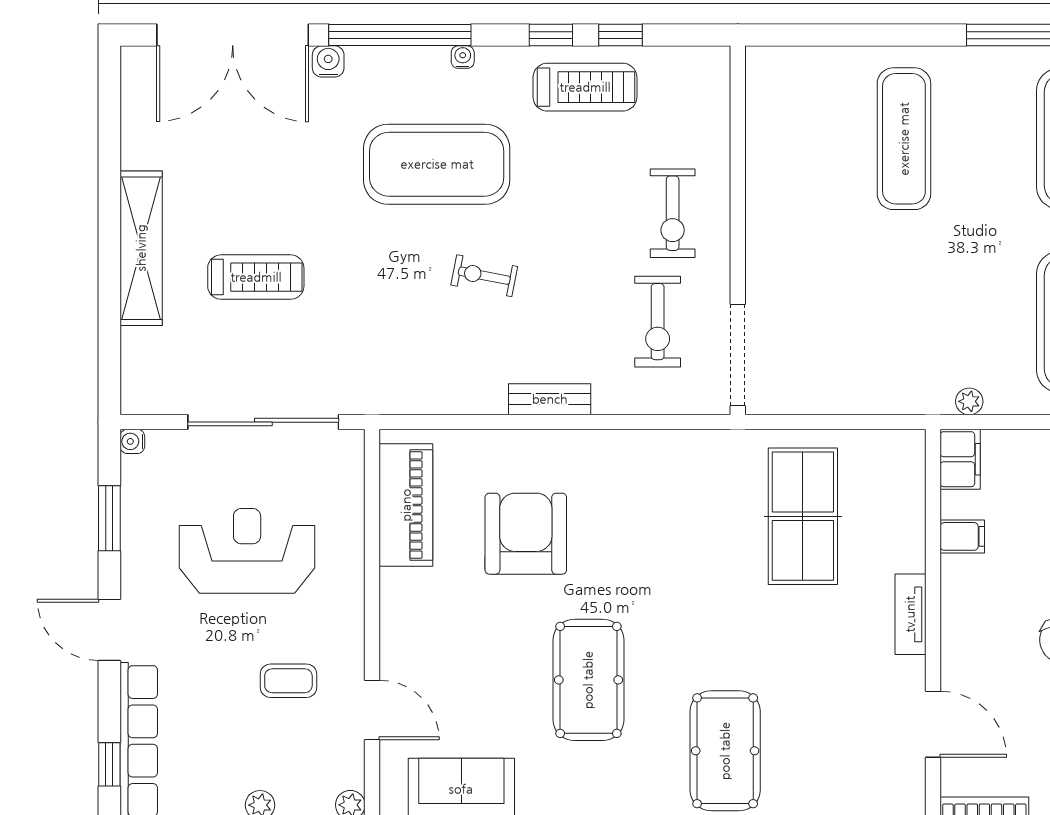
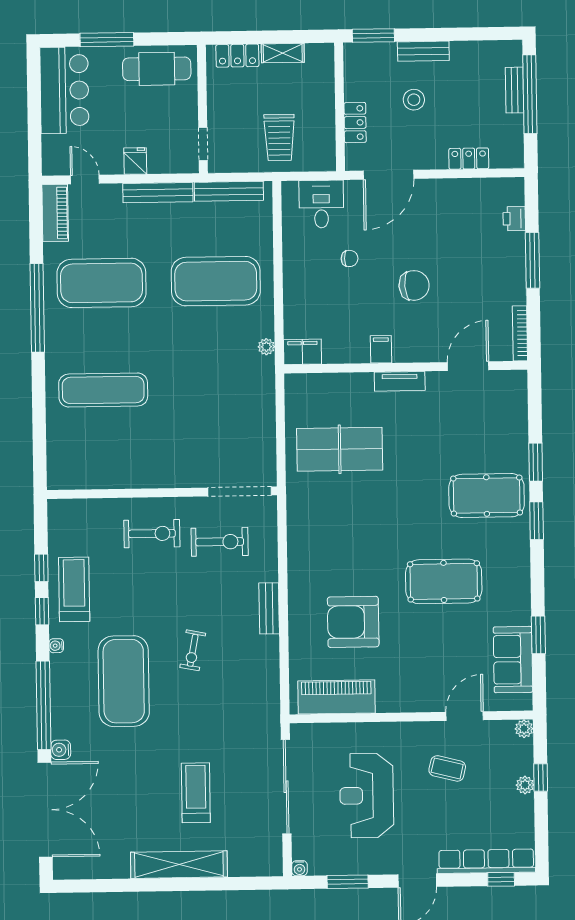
water cooler: (463, 57) -> (56, 646), moved
filing cabinet: (962, 536) -> (381, 349), moved
coffee table: (288, 681) -> (447, 768), turned -76

